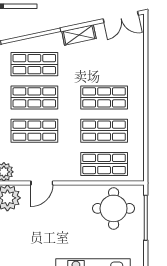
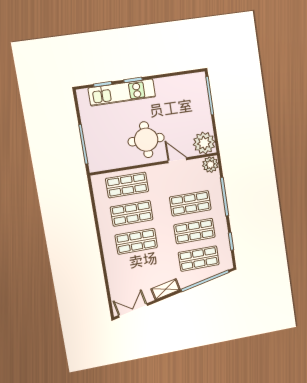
door: (42, 183) -> (177, 160), hinge flipped
round table: (114, 208) -> (146, 140), moved

